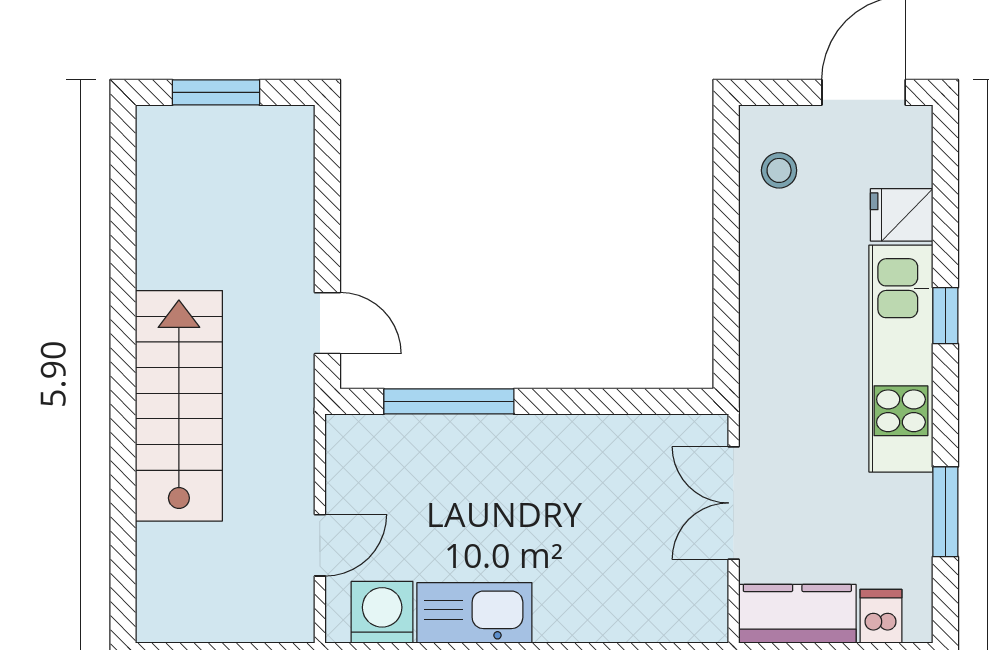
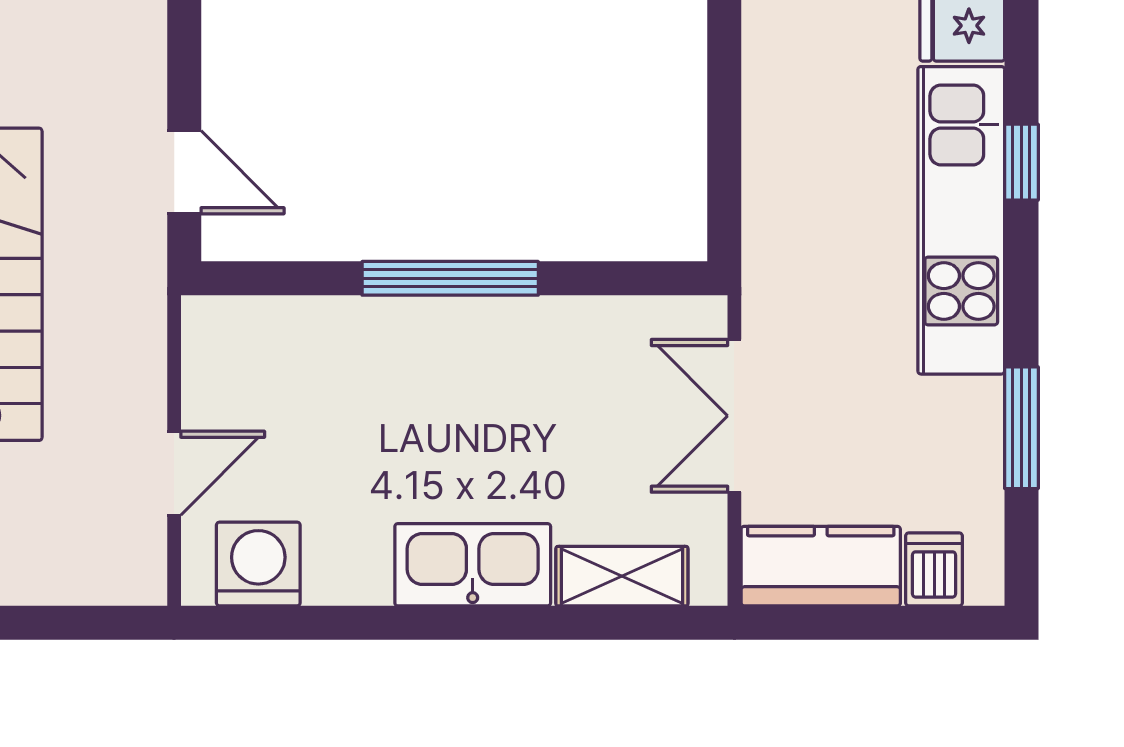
window: (449, 401) -> (450, 278), moved
kitchen sink: (474, 613) -> (473, 565), moved
shelving: (651, 621) -> (622, 576), added

